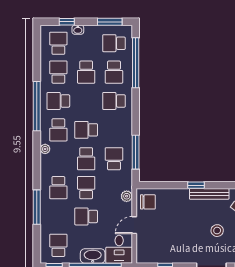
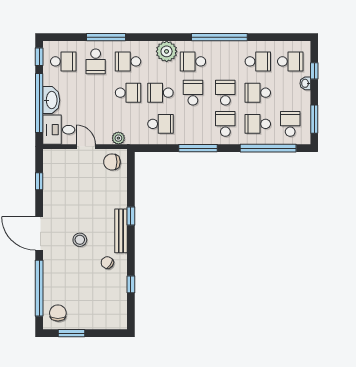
school desk: (58, 101) -> (225, 93), moved
plant: (45, 149) -> (167, 51), width x1.88, depth x1.88
window: (136, 152) -> (198, 148), moved
chair: (148, 202) -> (112, 162), turned 90
school desk: (86, 216) -> (96, 61), moved, turned 180

